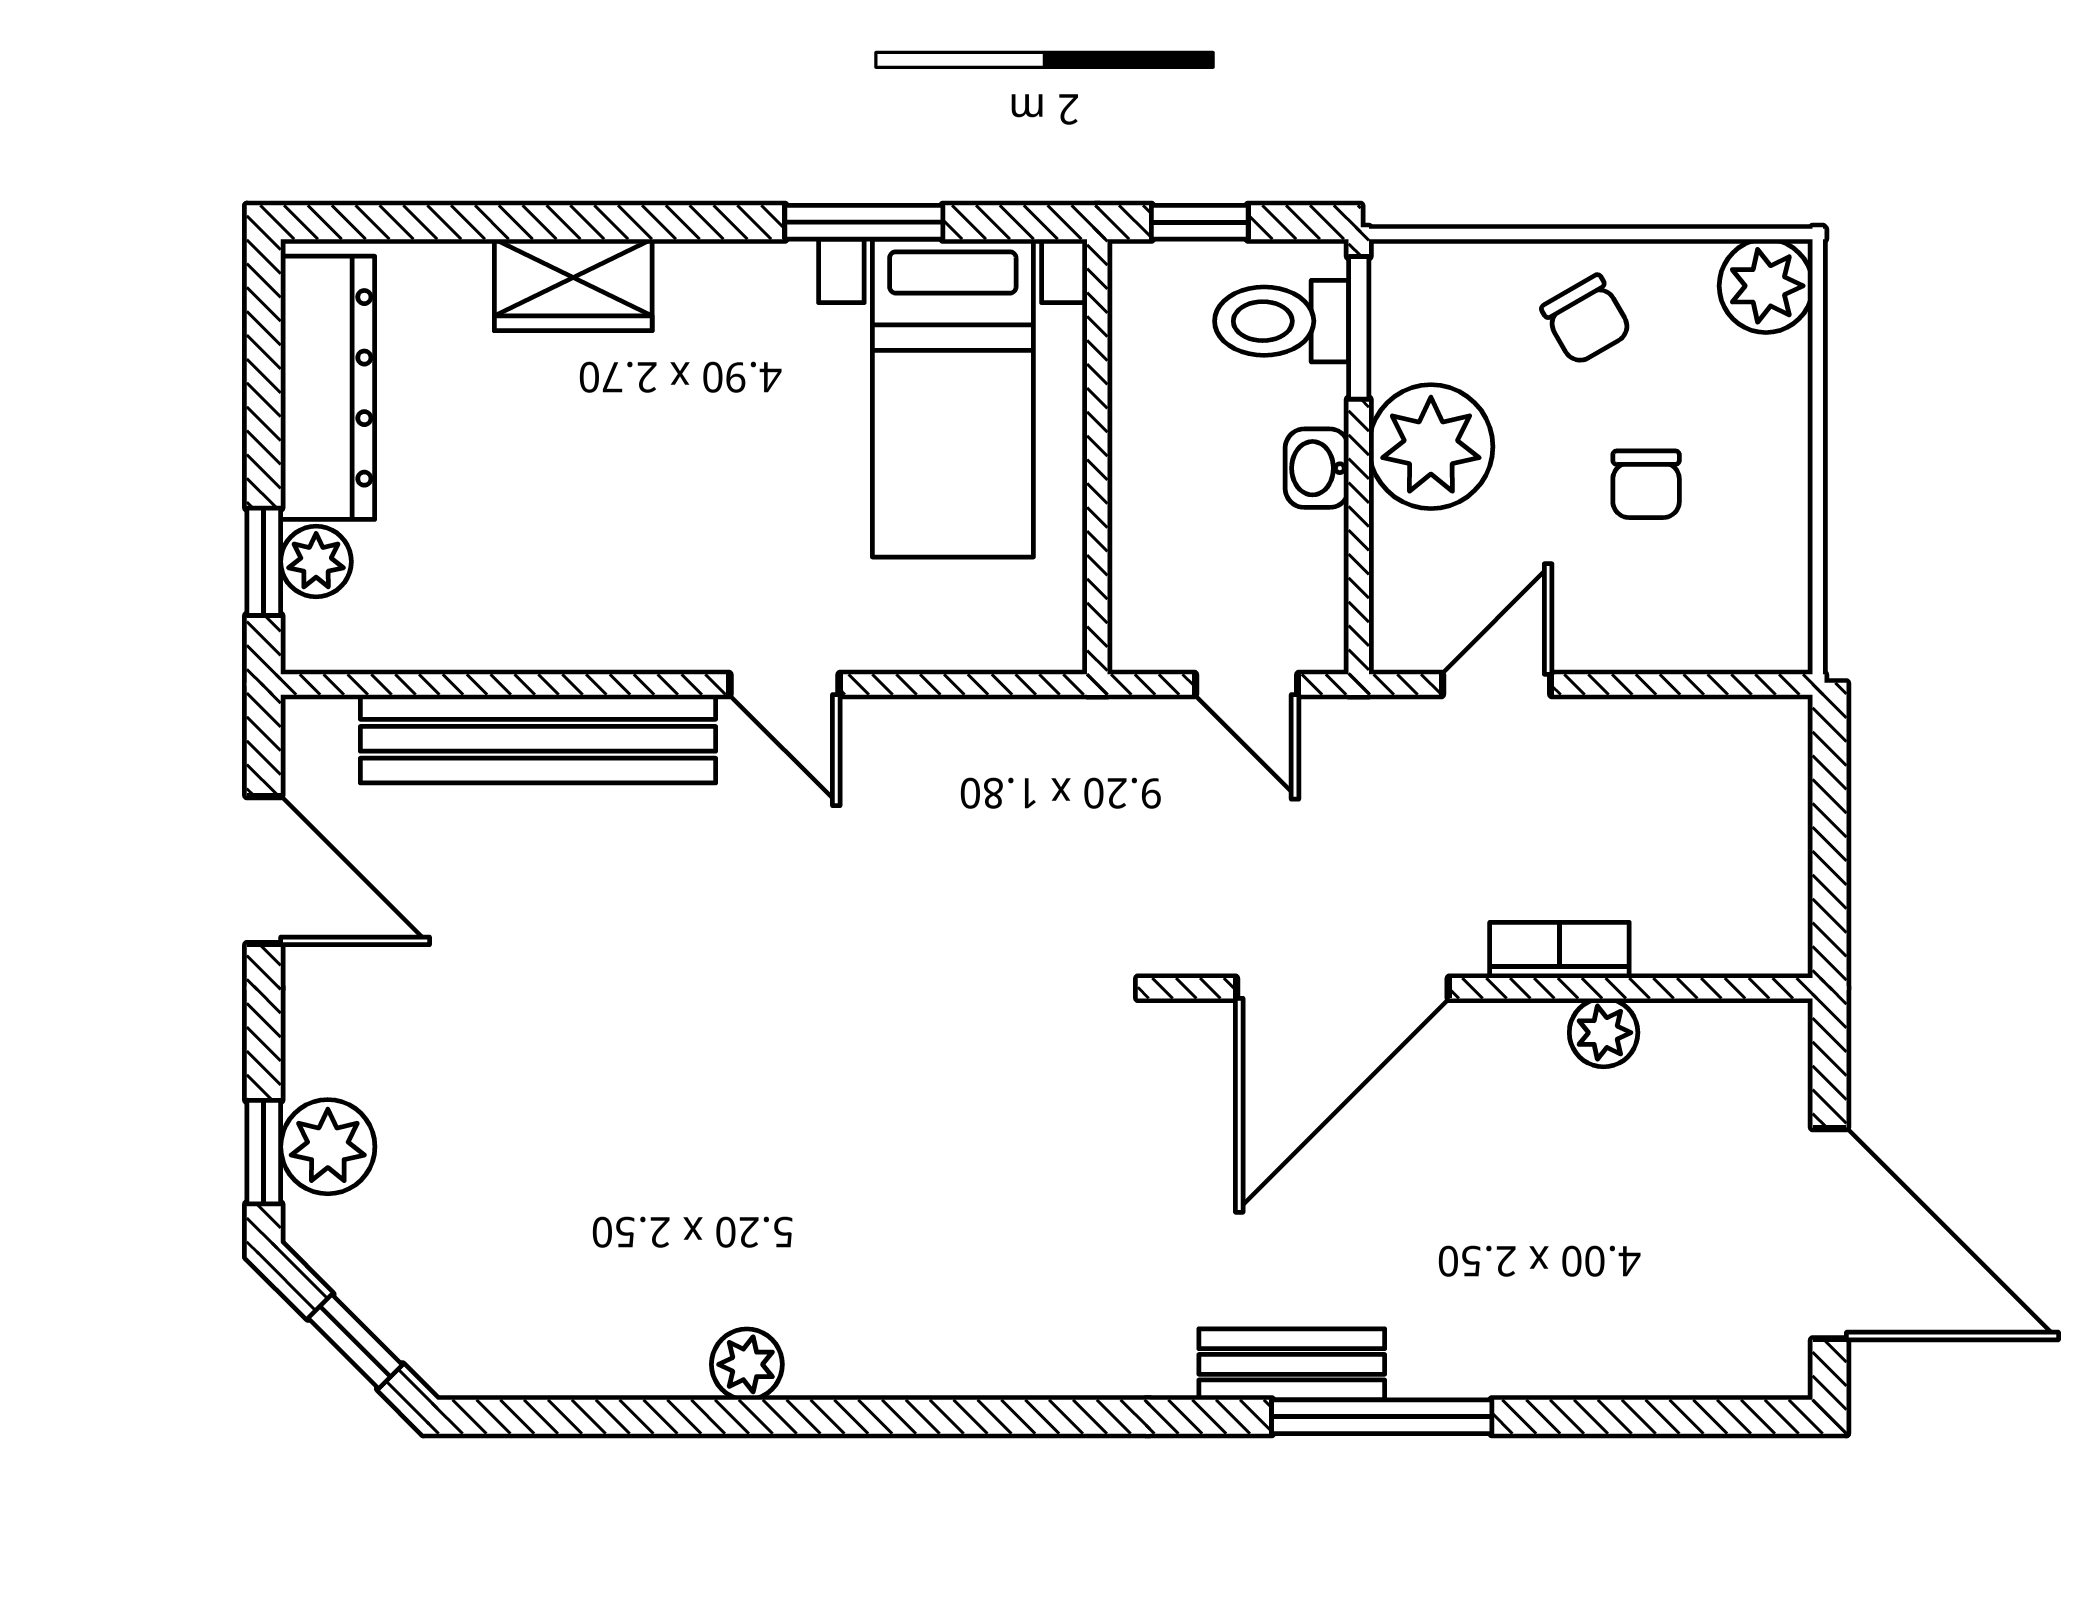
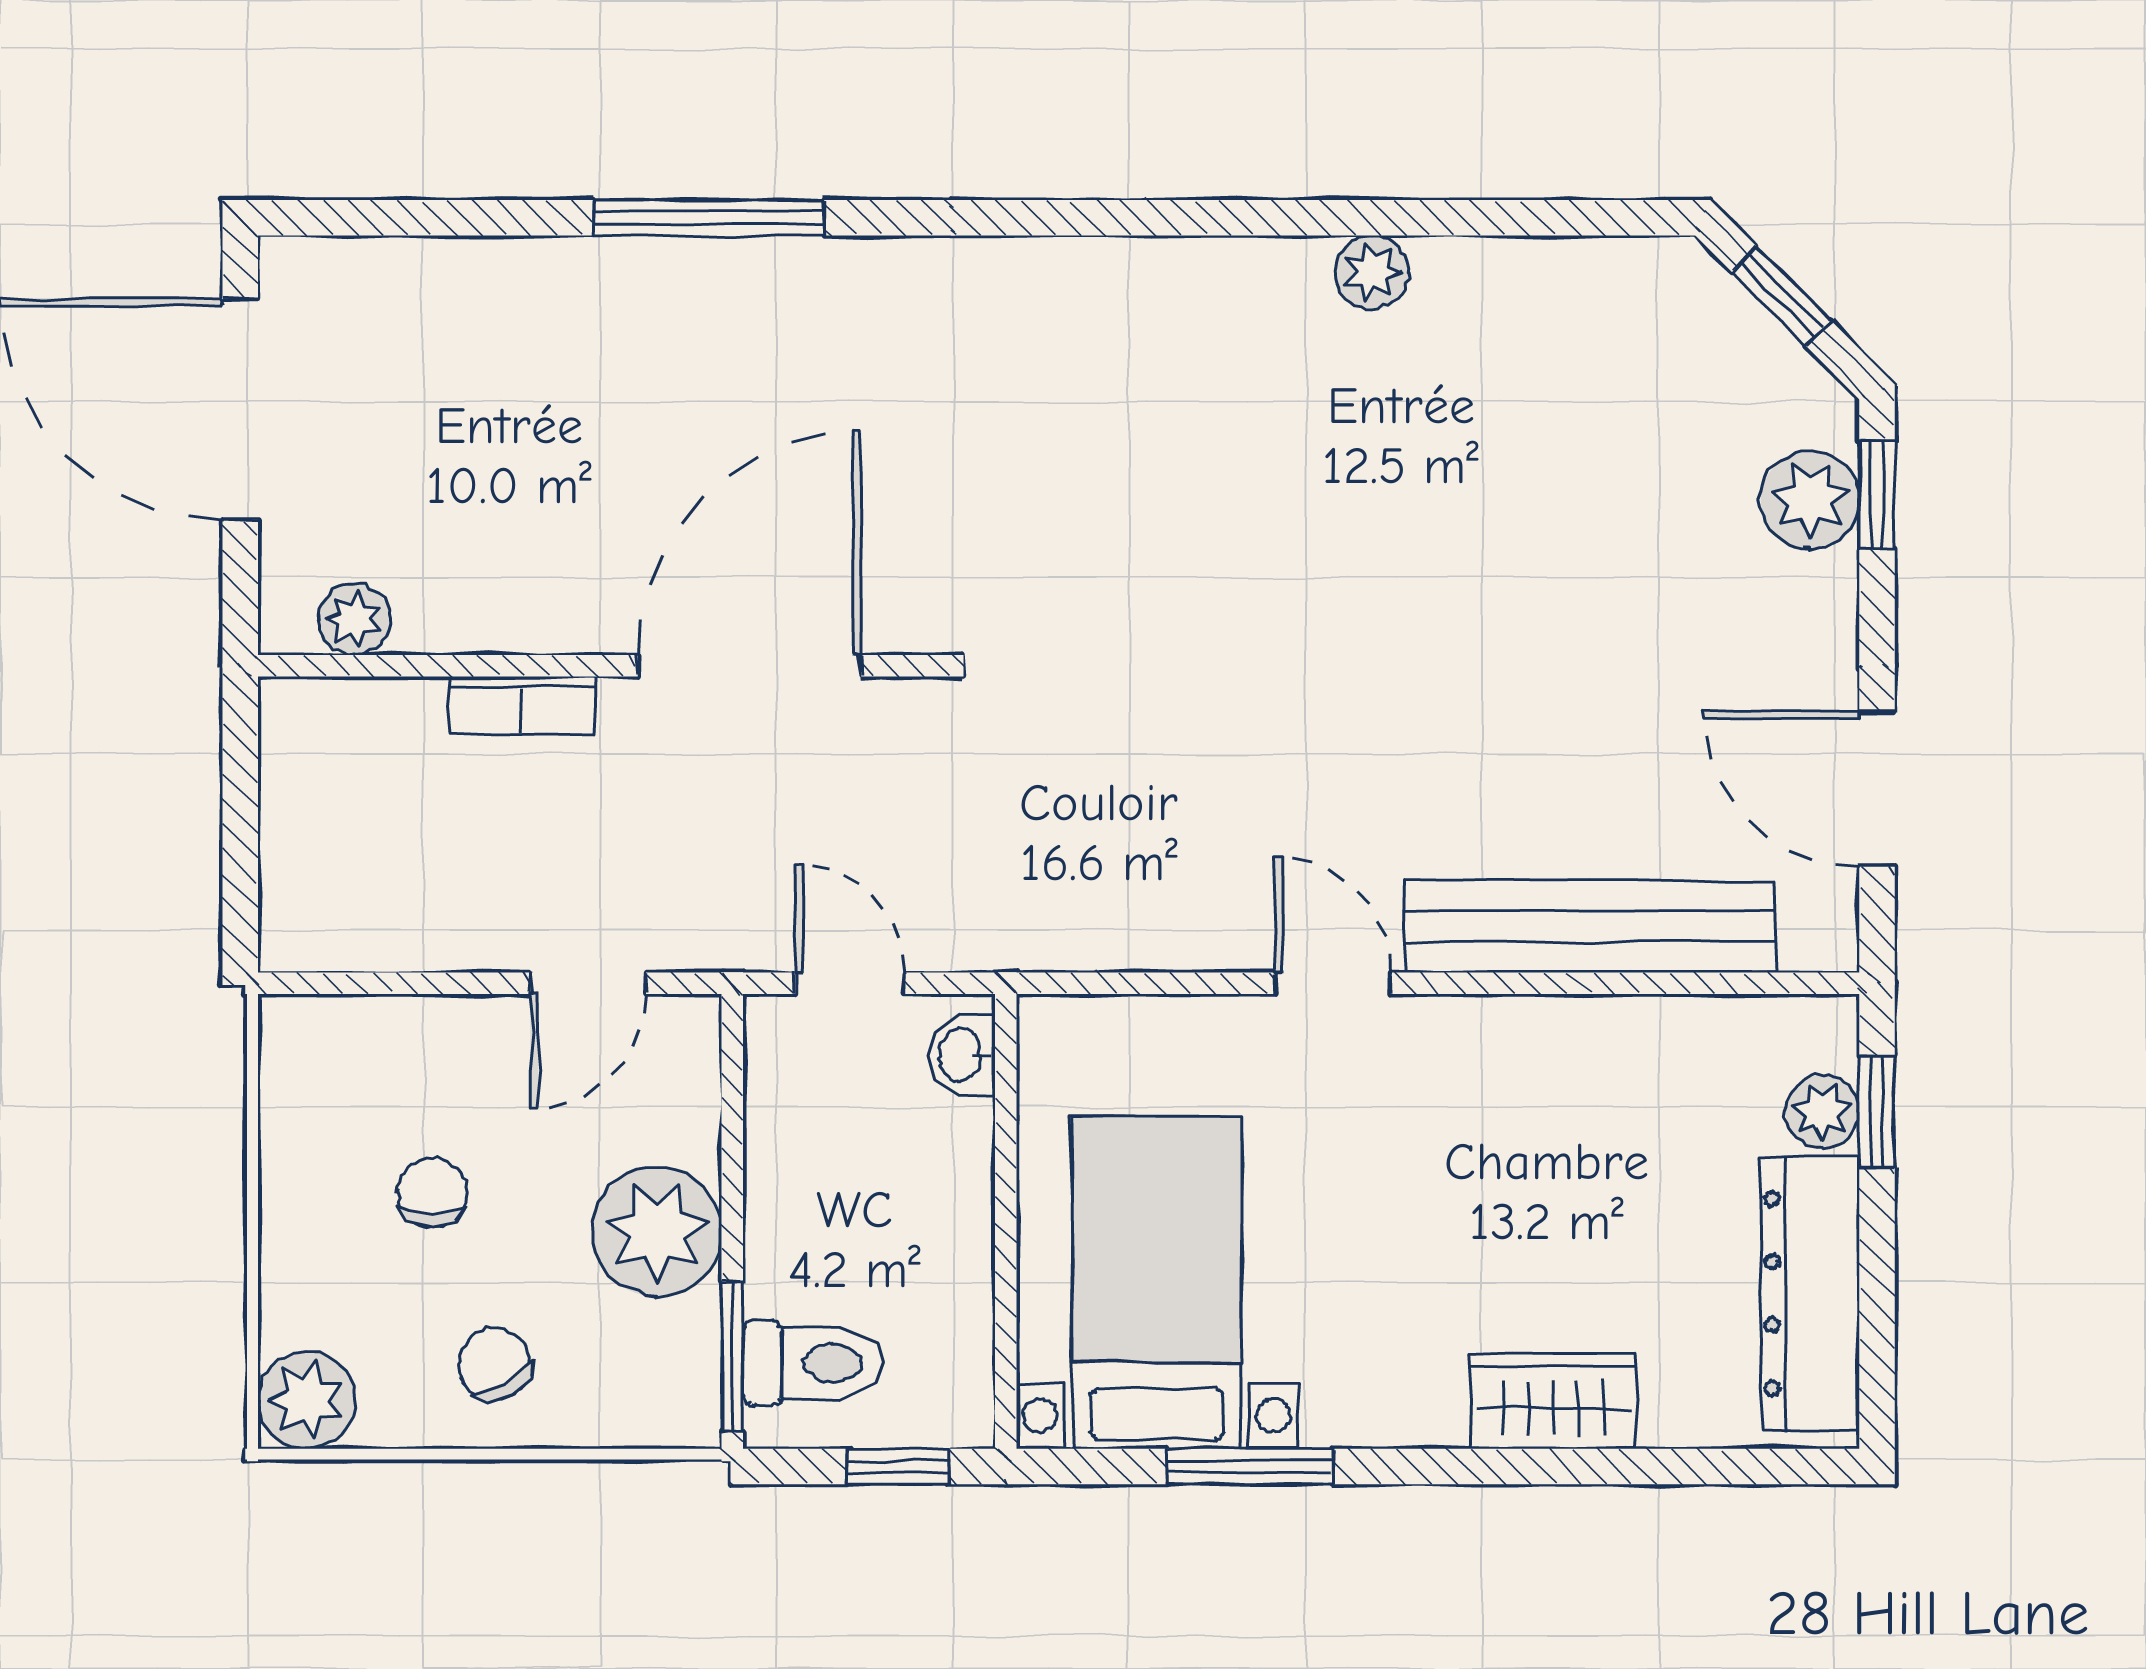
washbasin: (1317, 468) -> (962, 1055), moved, turned 180
plant: (1604, 1033) -> (354, 619), moved
bench: (1292, 1364) -> (802, 272), removed

